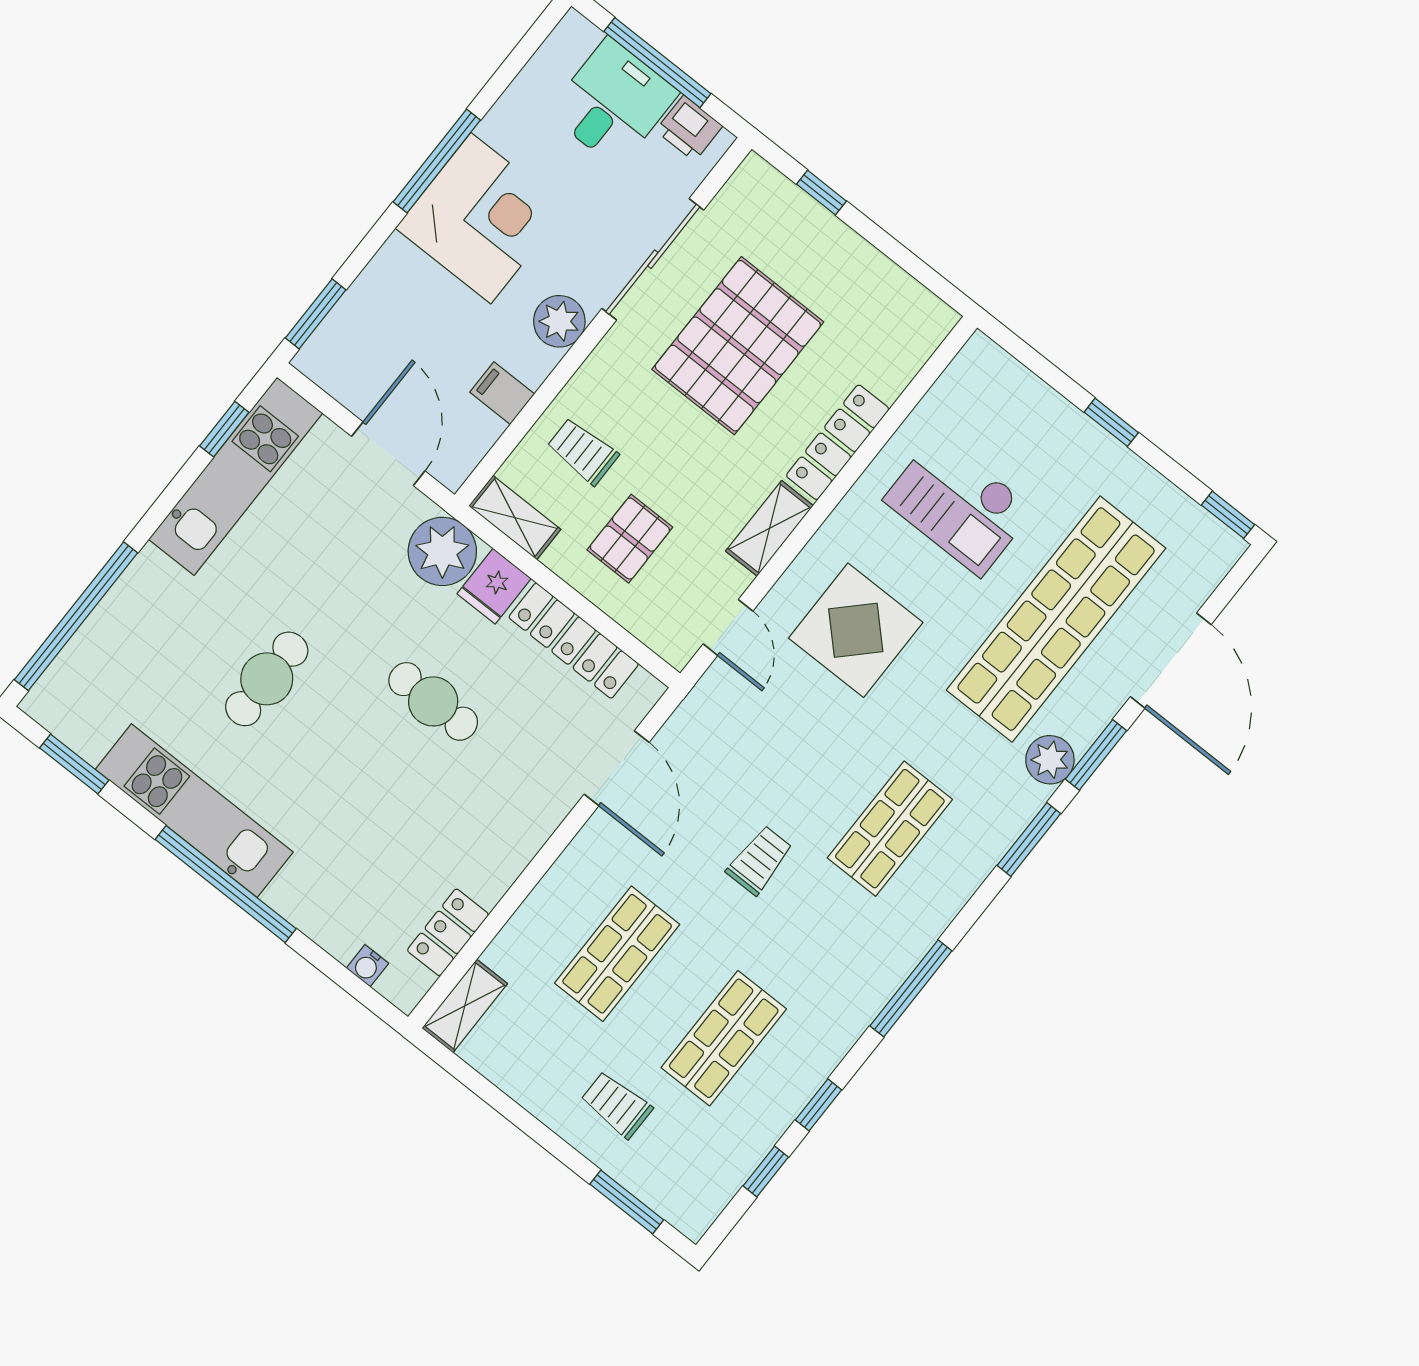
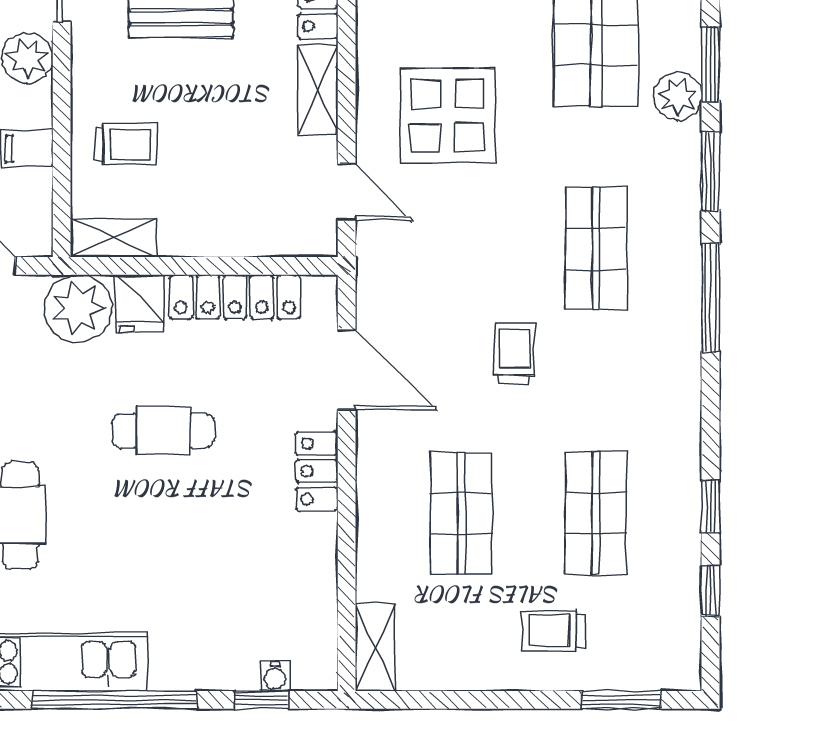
trolley: (583, 451) -> (125, 144), turned 180
pallet: (630, 539) -> (216, 183), removed
locker: (448, 932) -> (317, 471), moved
window: (342, 976) -> (261, 700), added
window: (911, 988) -> (710, 298), moved

